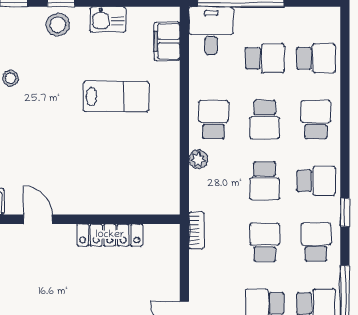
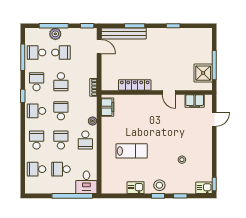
filing cabinet: (167, 41) -> (107, 107), moved
lab bench: (116, 96) -> (132, 151), turned 180
school desk: (316, 120) -> (37, 140), turned 180
school desk: (316, 242) -> (37, 82), turned 180

